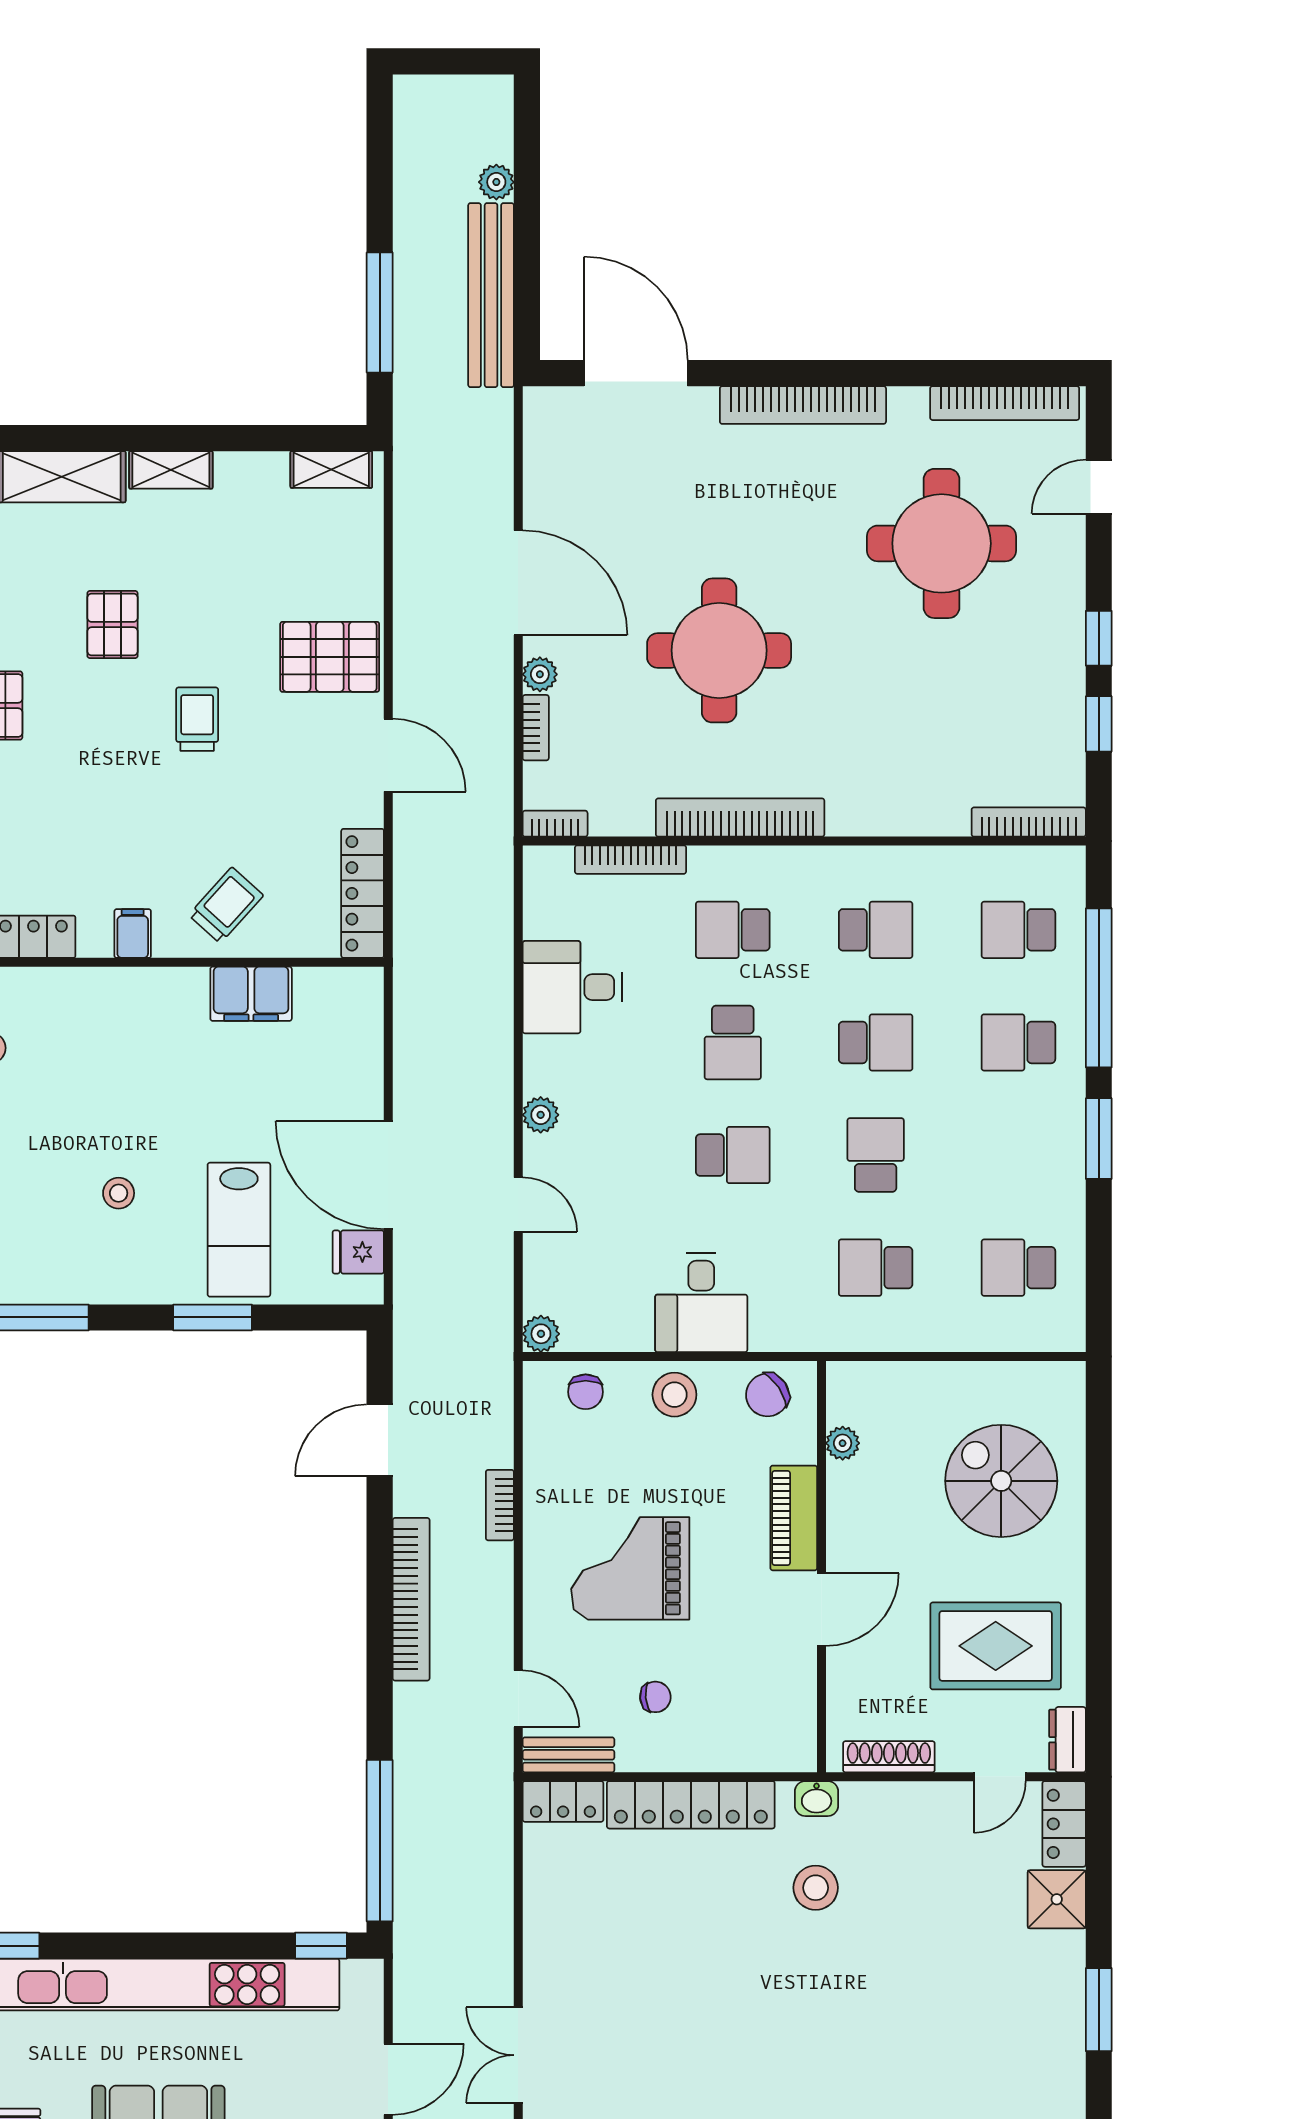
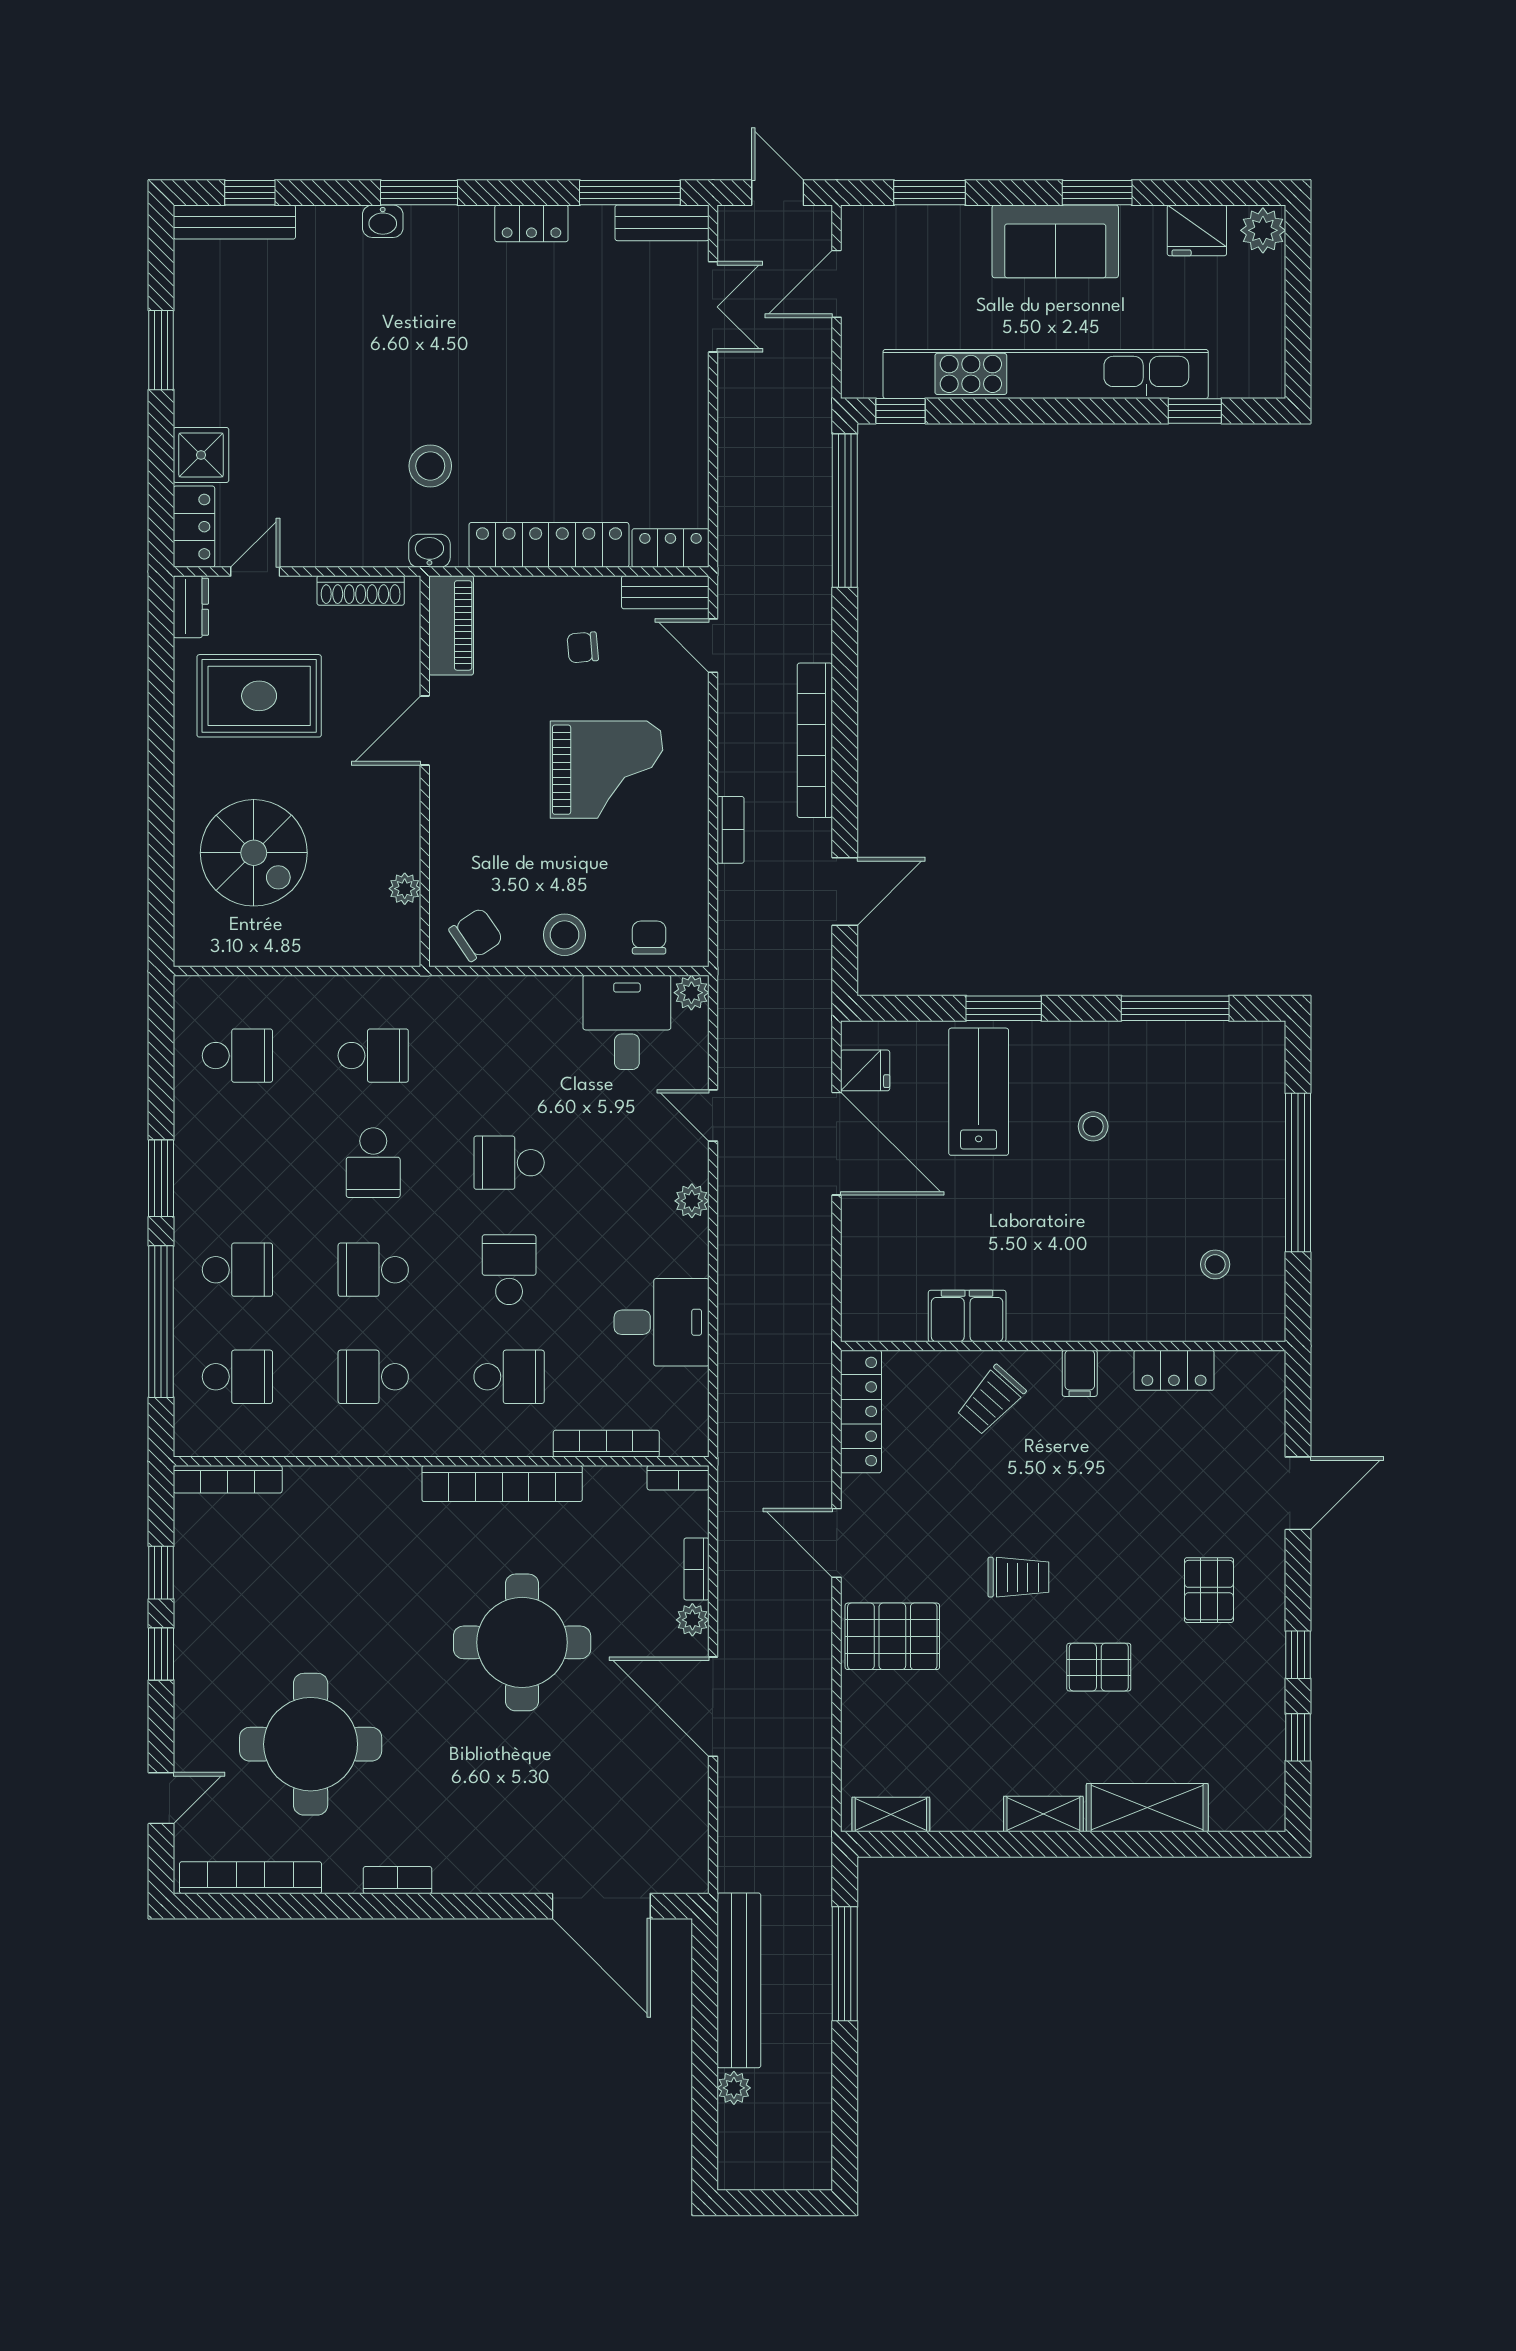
bookcase: (803, 405) -> (398, 1880), width x0.43, depth x0.76
pallet: (113, 625) -> (1099, 1667), turned 90
trolley: (197, 719) -> (1018, 1577), turned -90
desk: (701, 1302) -> (627, 1022), moved
piano: (794, 1518) -> (451, 625), moved

